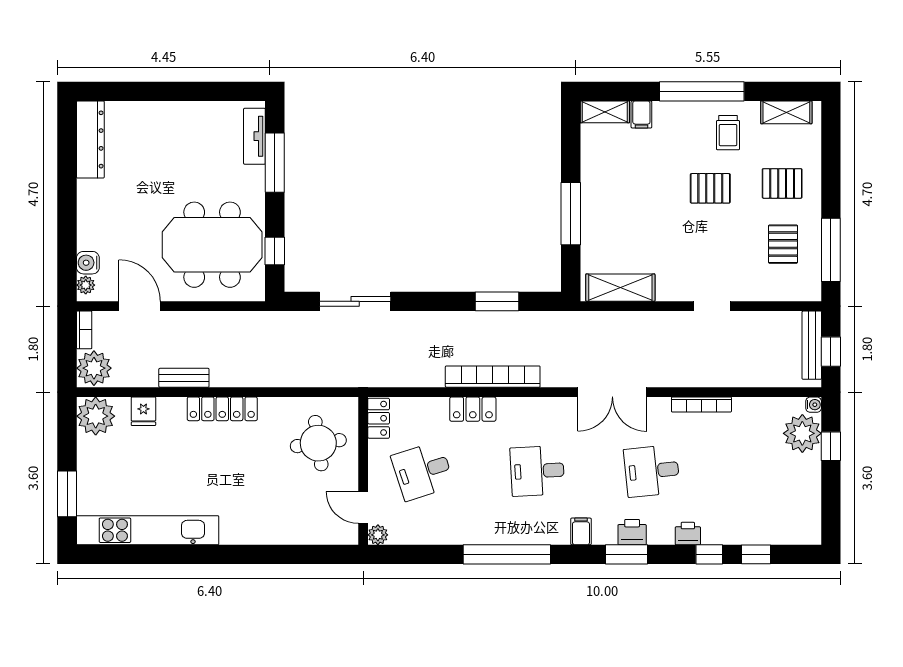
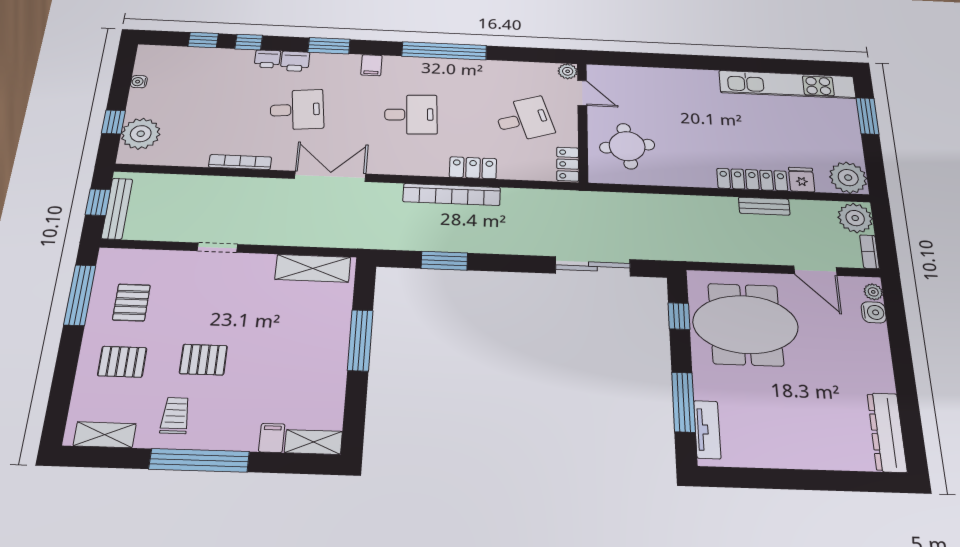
water cooler: (814, 405) -> (139, 82), moved
locker: (222, 409) -> (752, 180), moved
printer: (632, 532) -> (295, 61), moved

